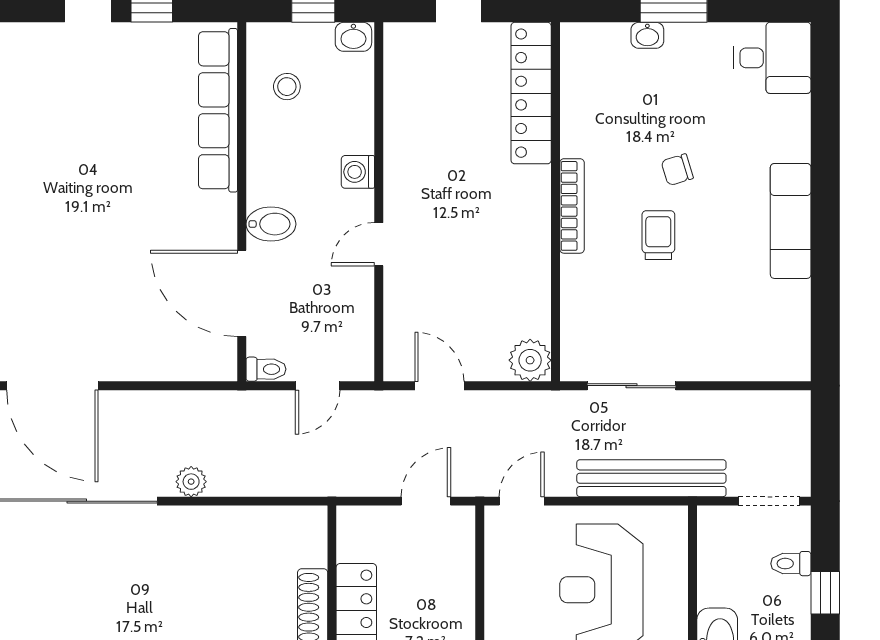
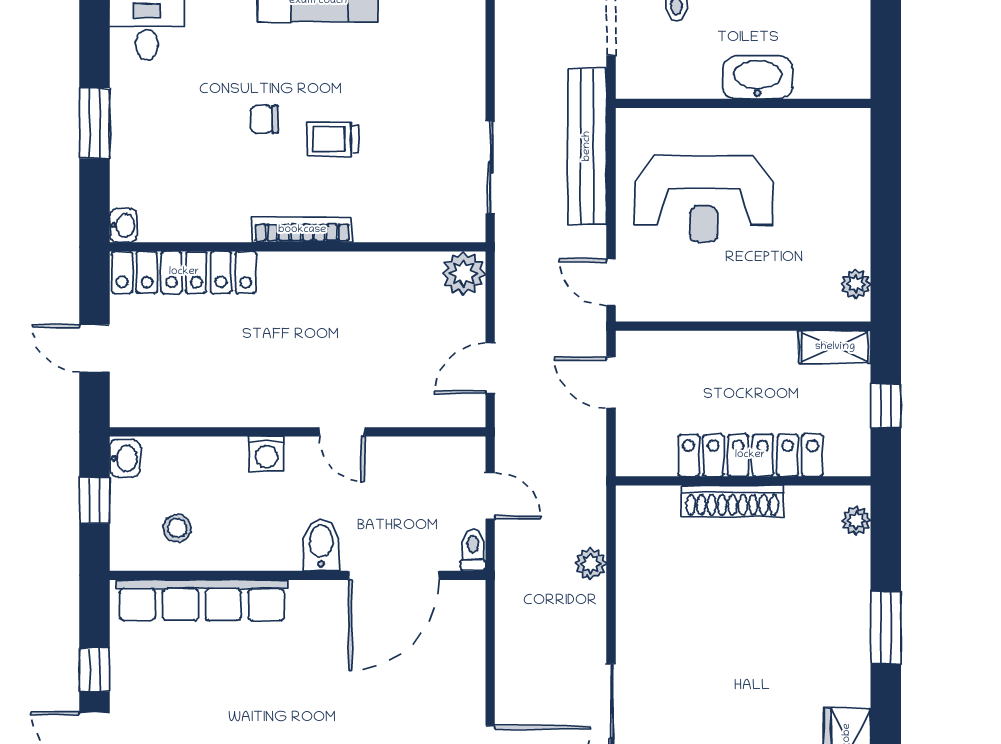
washbasin: (647, 35) -> (123, 225), moved
chair: (677, 170) -> (264, 119), turned 107
plant: (191, 482) -> (591, 564), moved

